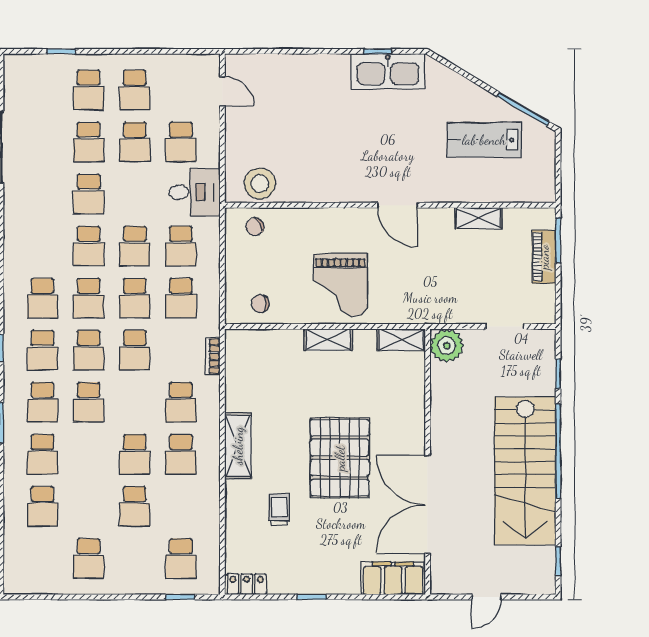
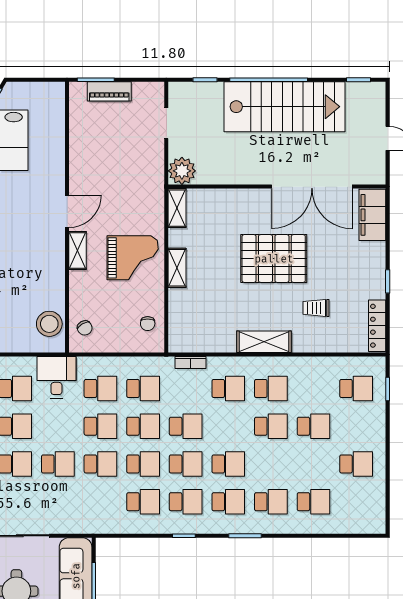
shelving: (479, 218) -> (78, 250), moved
locker: (247, 584) -> (377, 326), width x1.53

